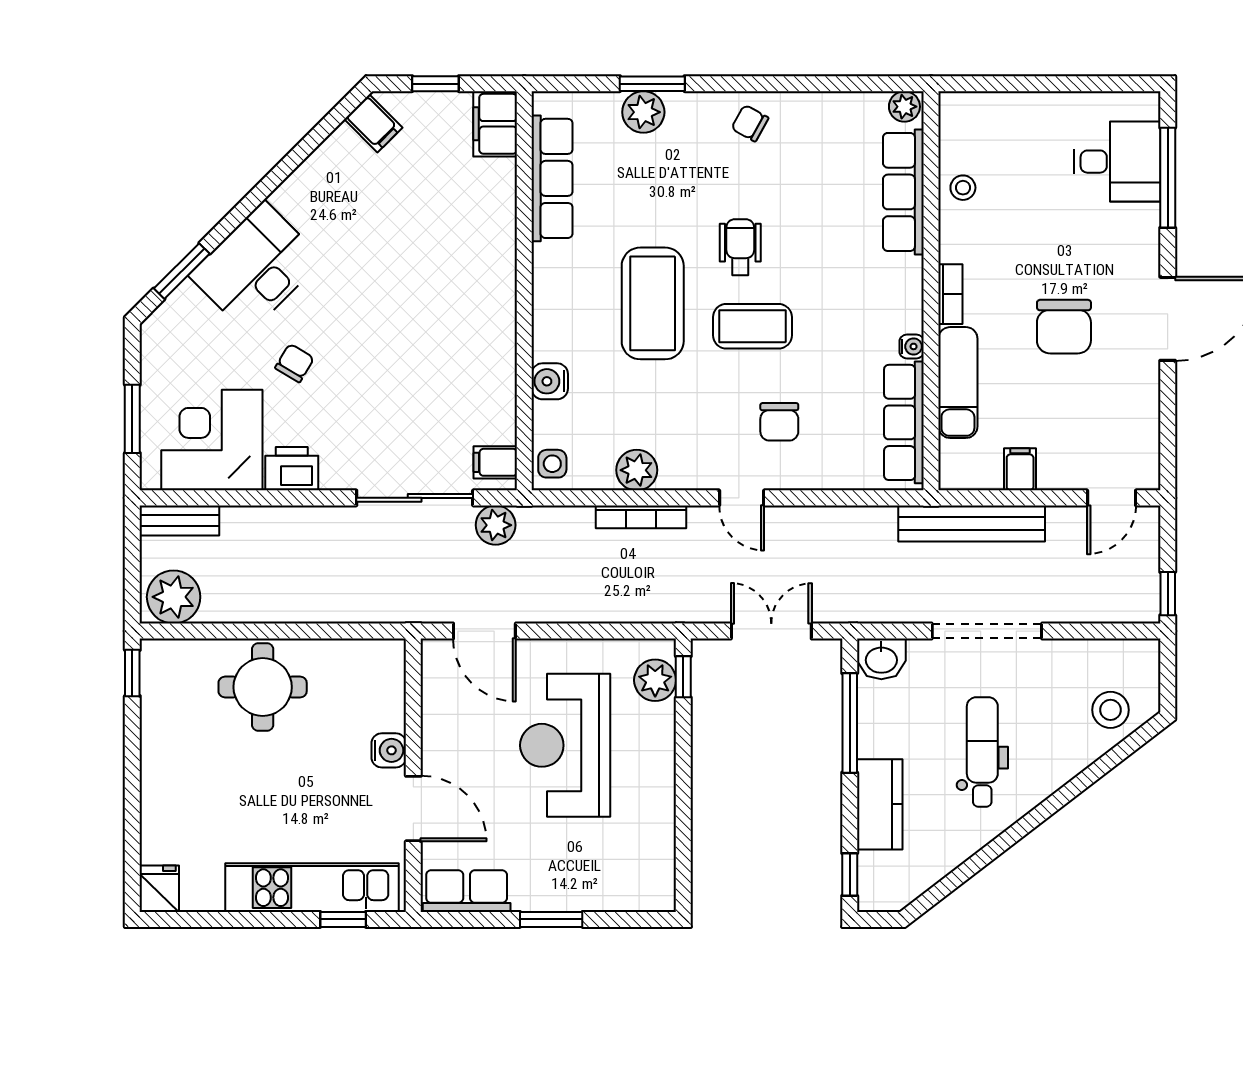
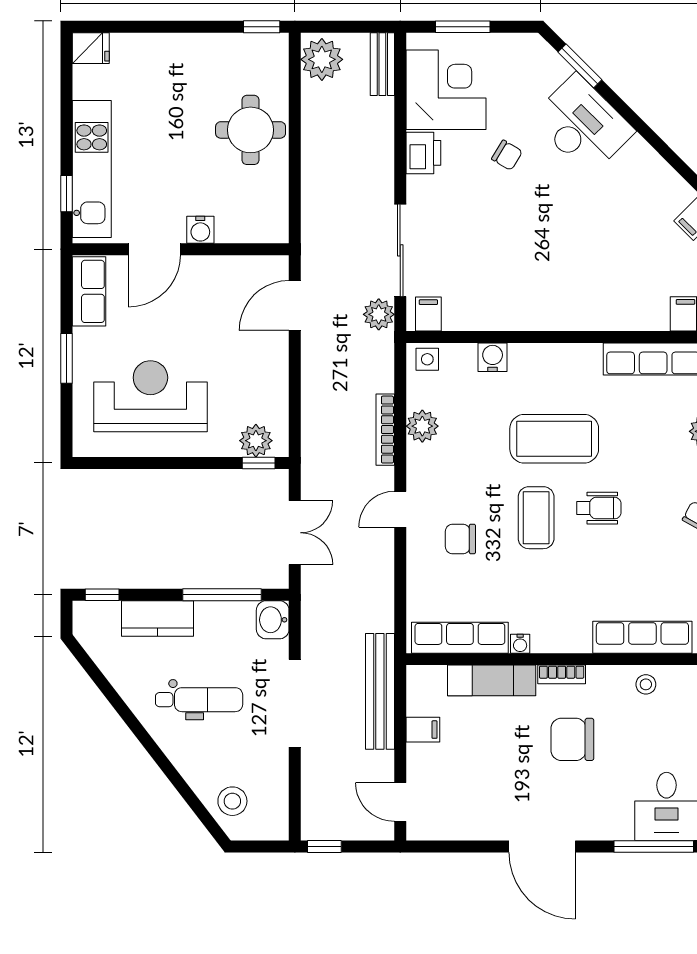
chair: (1064, 327) -> (572, 739), moved
reception desk: (565, 745) -> (150, 396), moved

